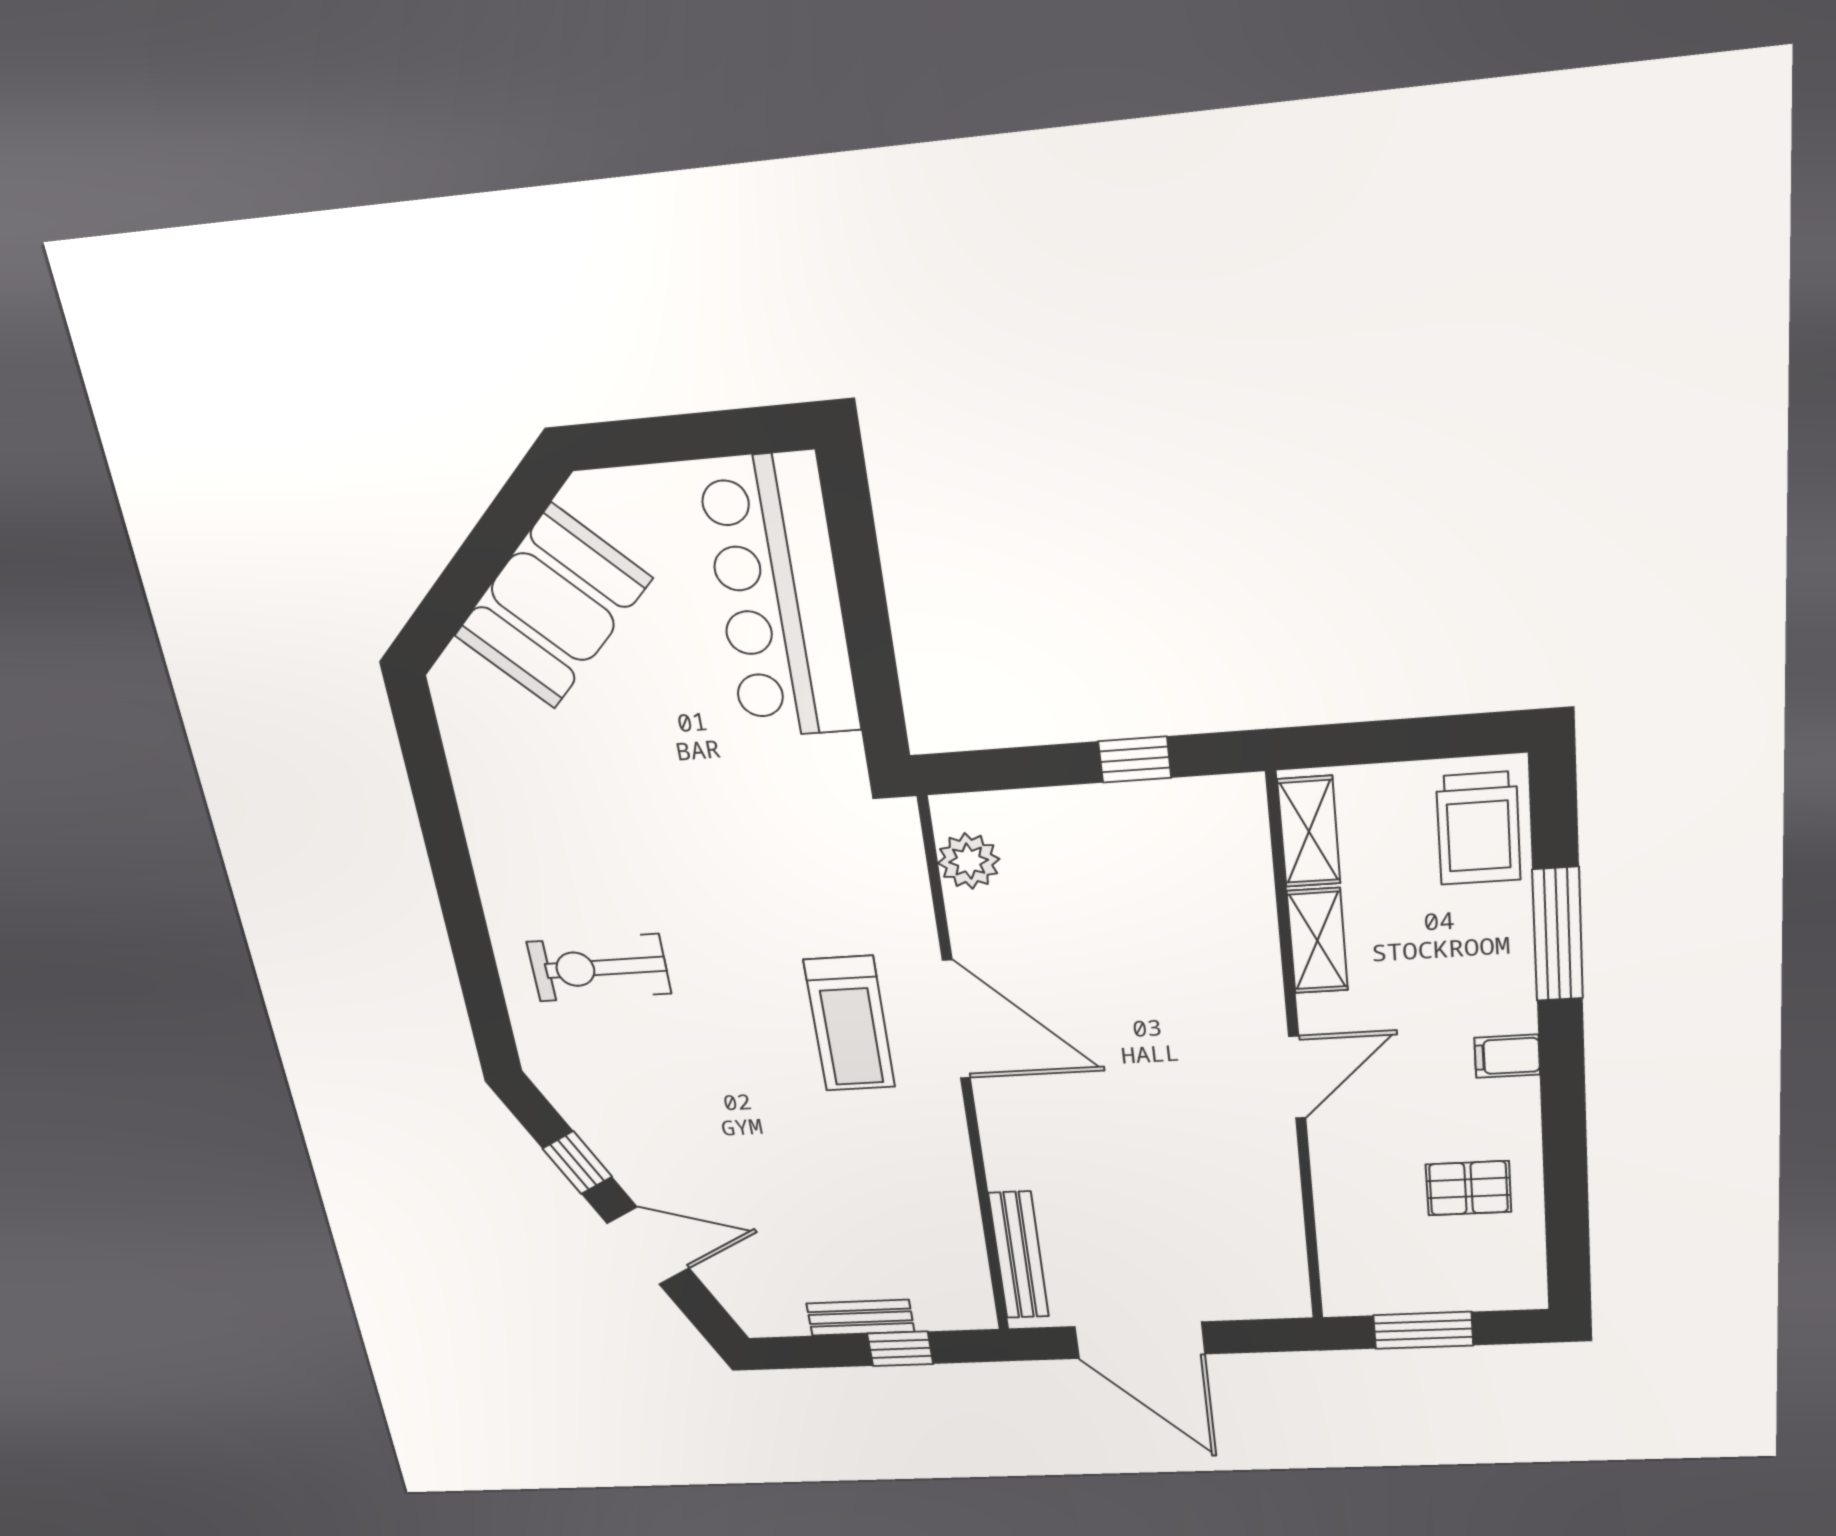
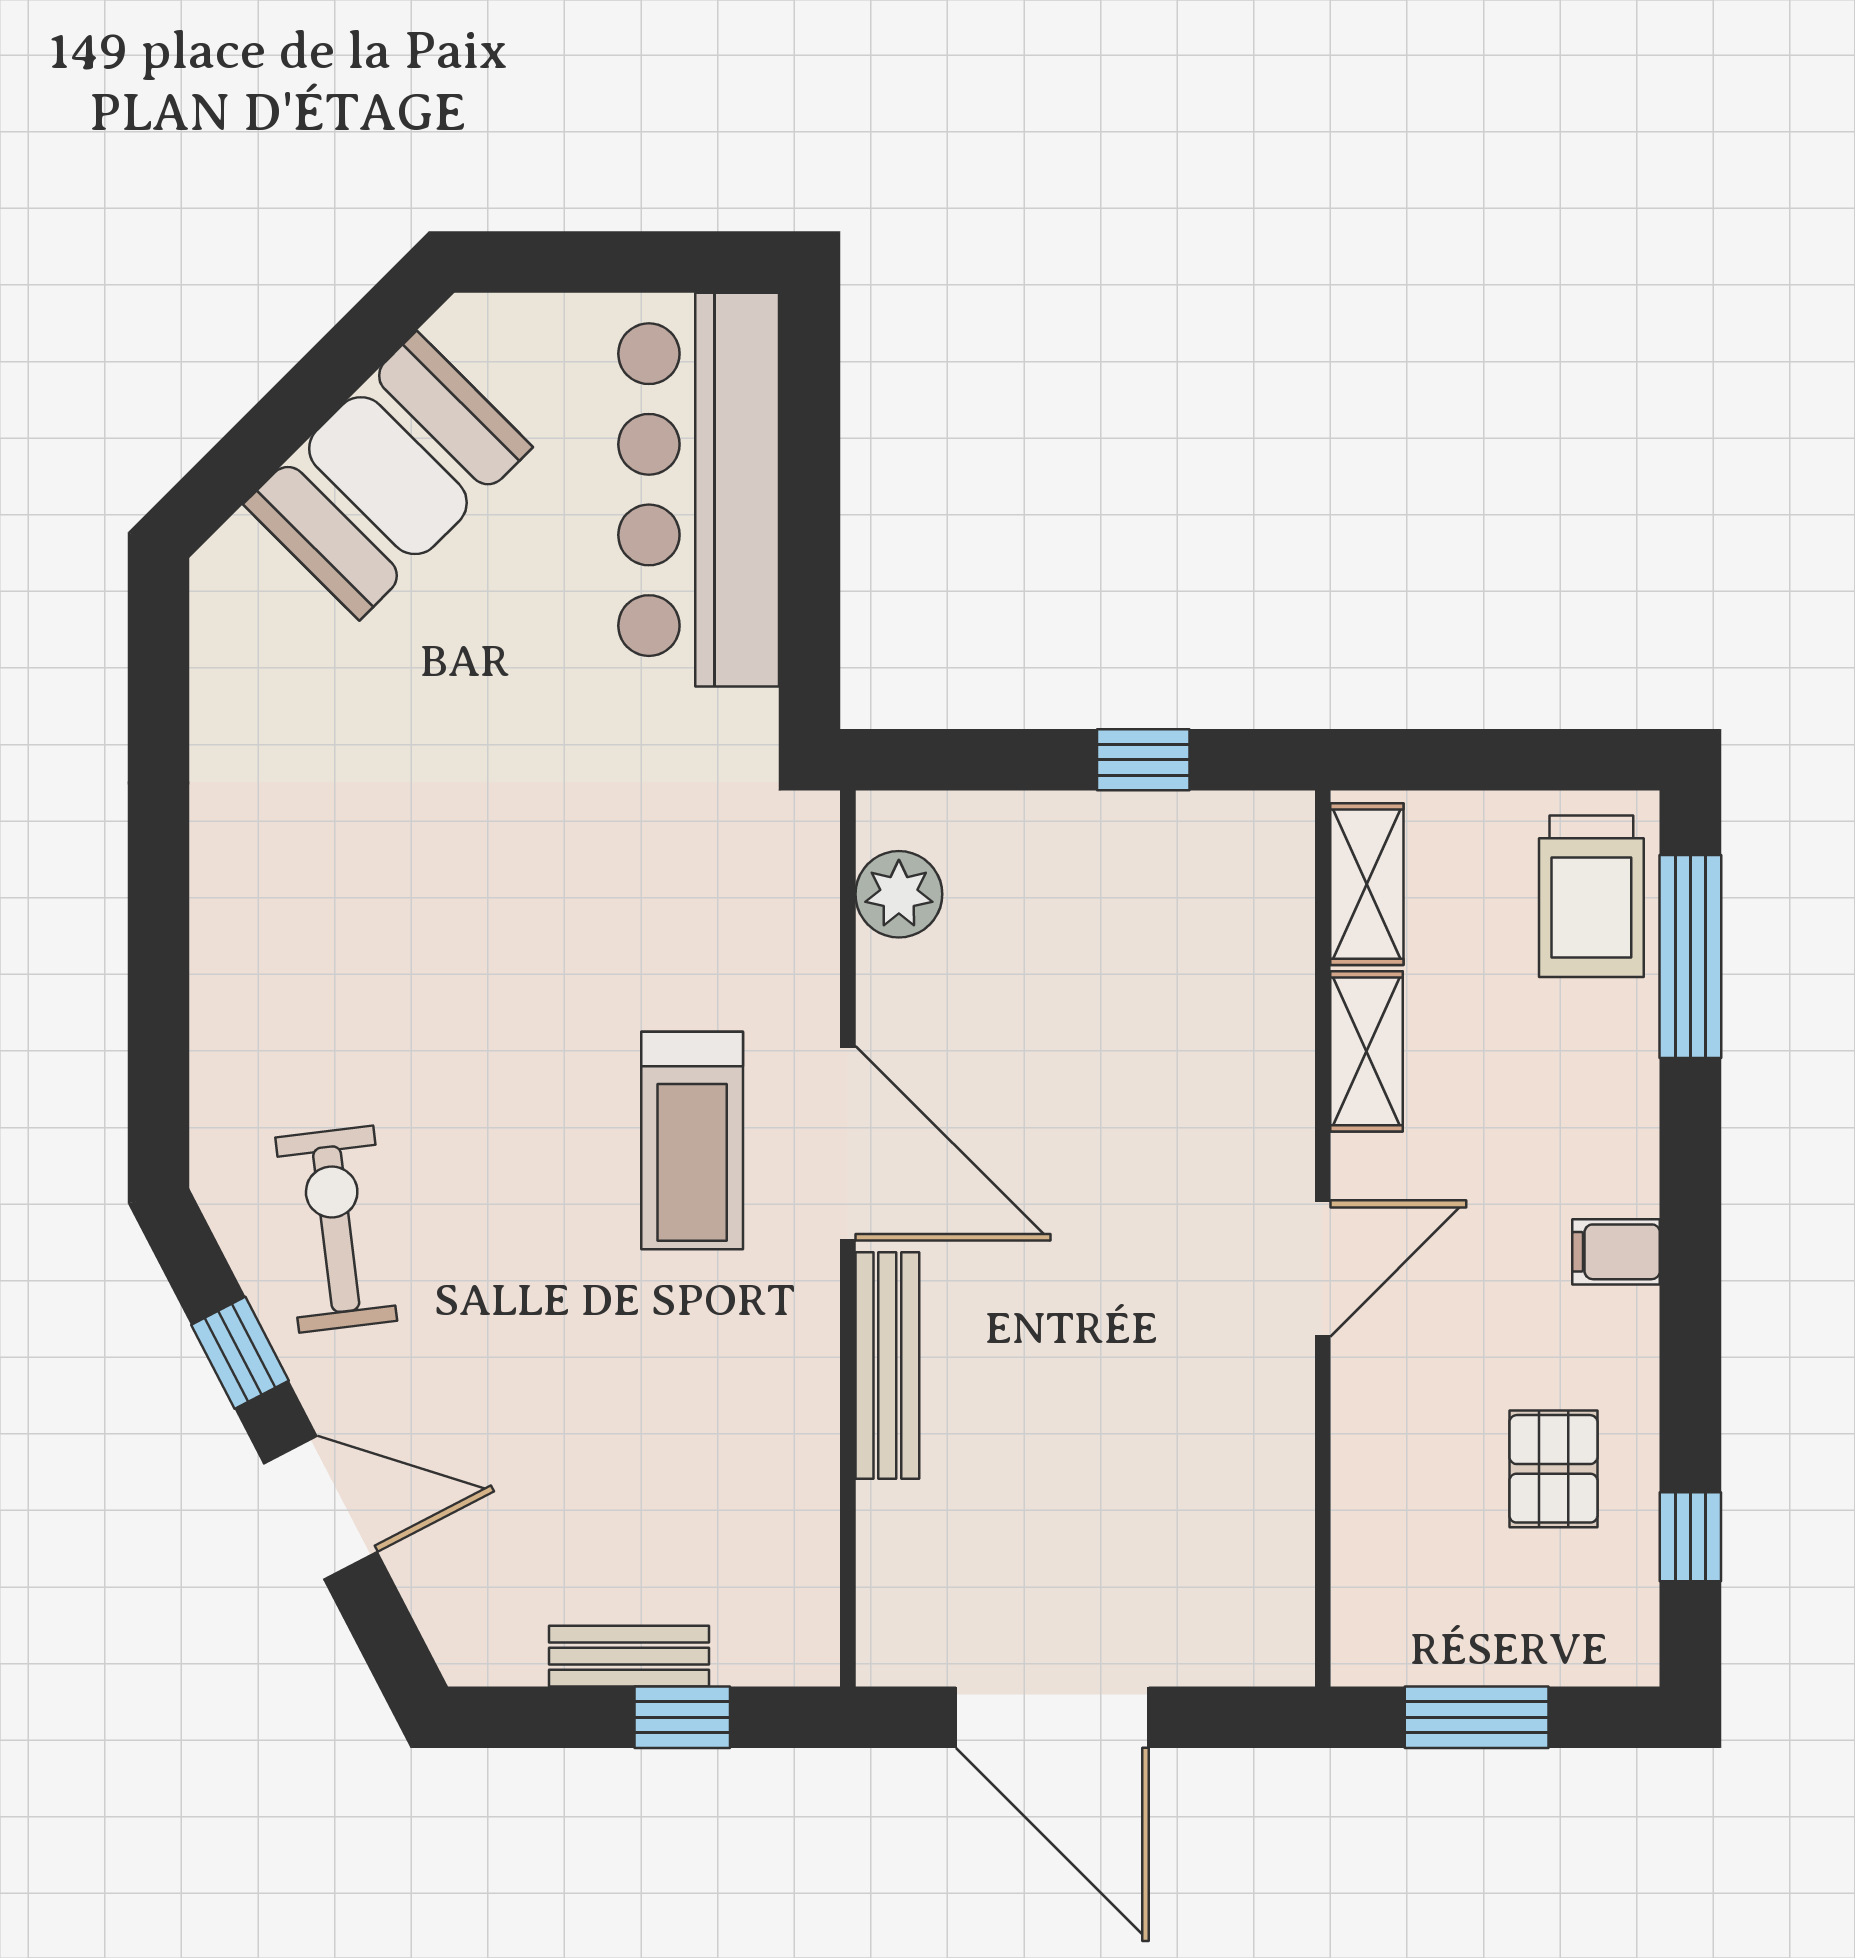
window: (1558, 934) -> (1690, 957), moved
exercise bike: (599, 968) -> (336, 1229), moved, turned 83
pallet: (1469, 1188) -> (1553, 1469), turned 90
window: (1567, 1223) -> (1690, 1537), added
bench: (1019, 1255) -> (887, 1365), moved

